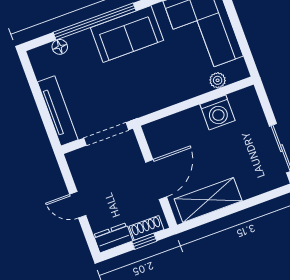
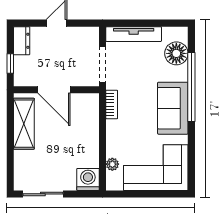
floor lamp: (60, 47) -> (176, 53), width x1.89, depth x1.89
bookcase: (149, 106) -> (112, 104), added
washing machine: (217, 112) -> (88, 179), moved, turned 90
shoe rack: (147, 228) -> (20, 69), removed

